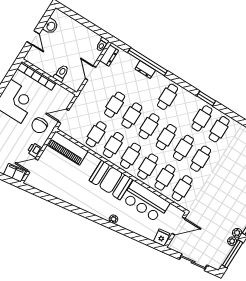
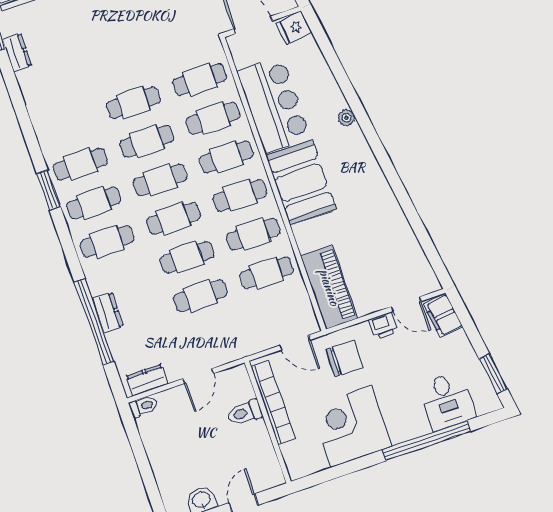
bookcase: (37, 76) -> (273, 402), moved
cafe table: (219, 129) -> (94, 203), moved

